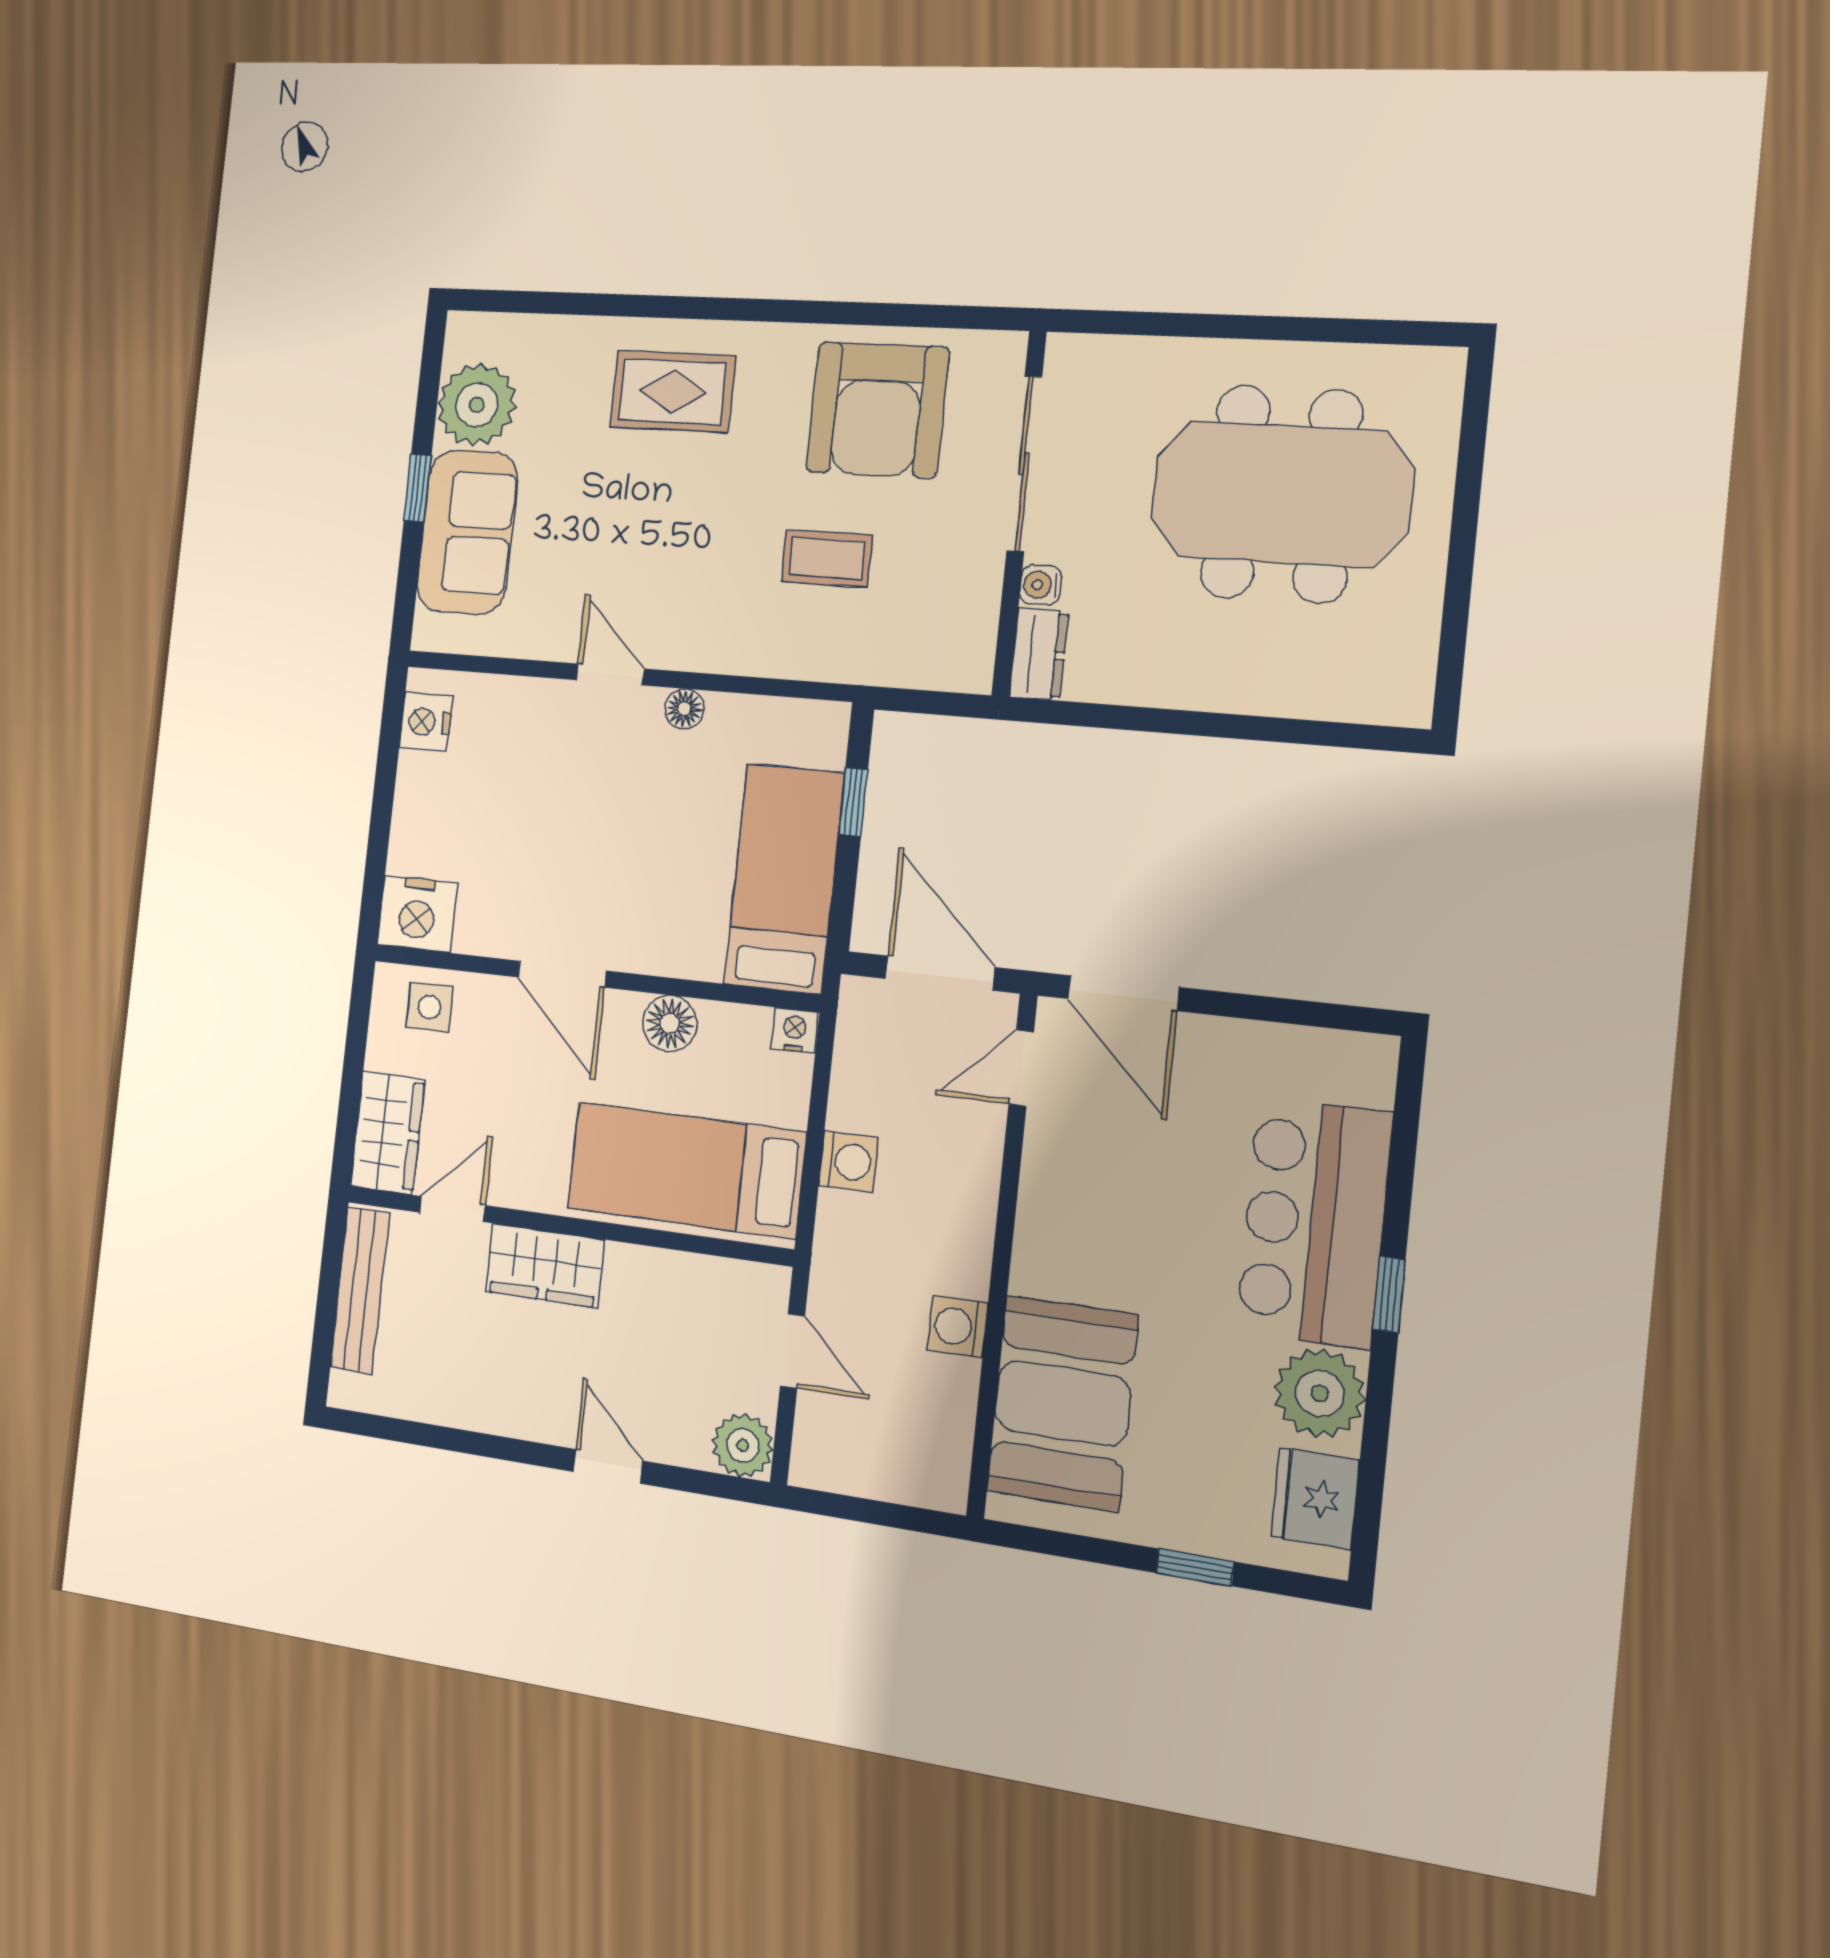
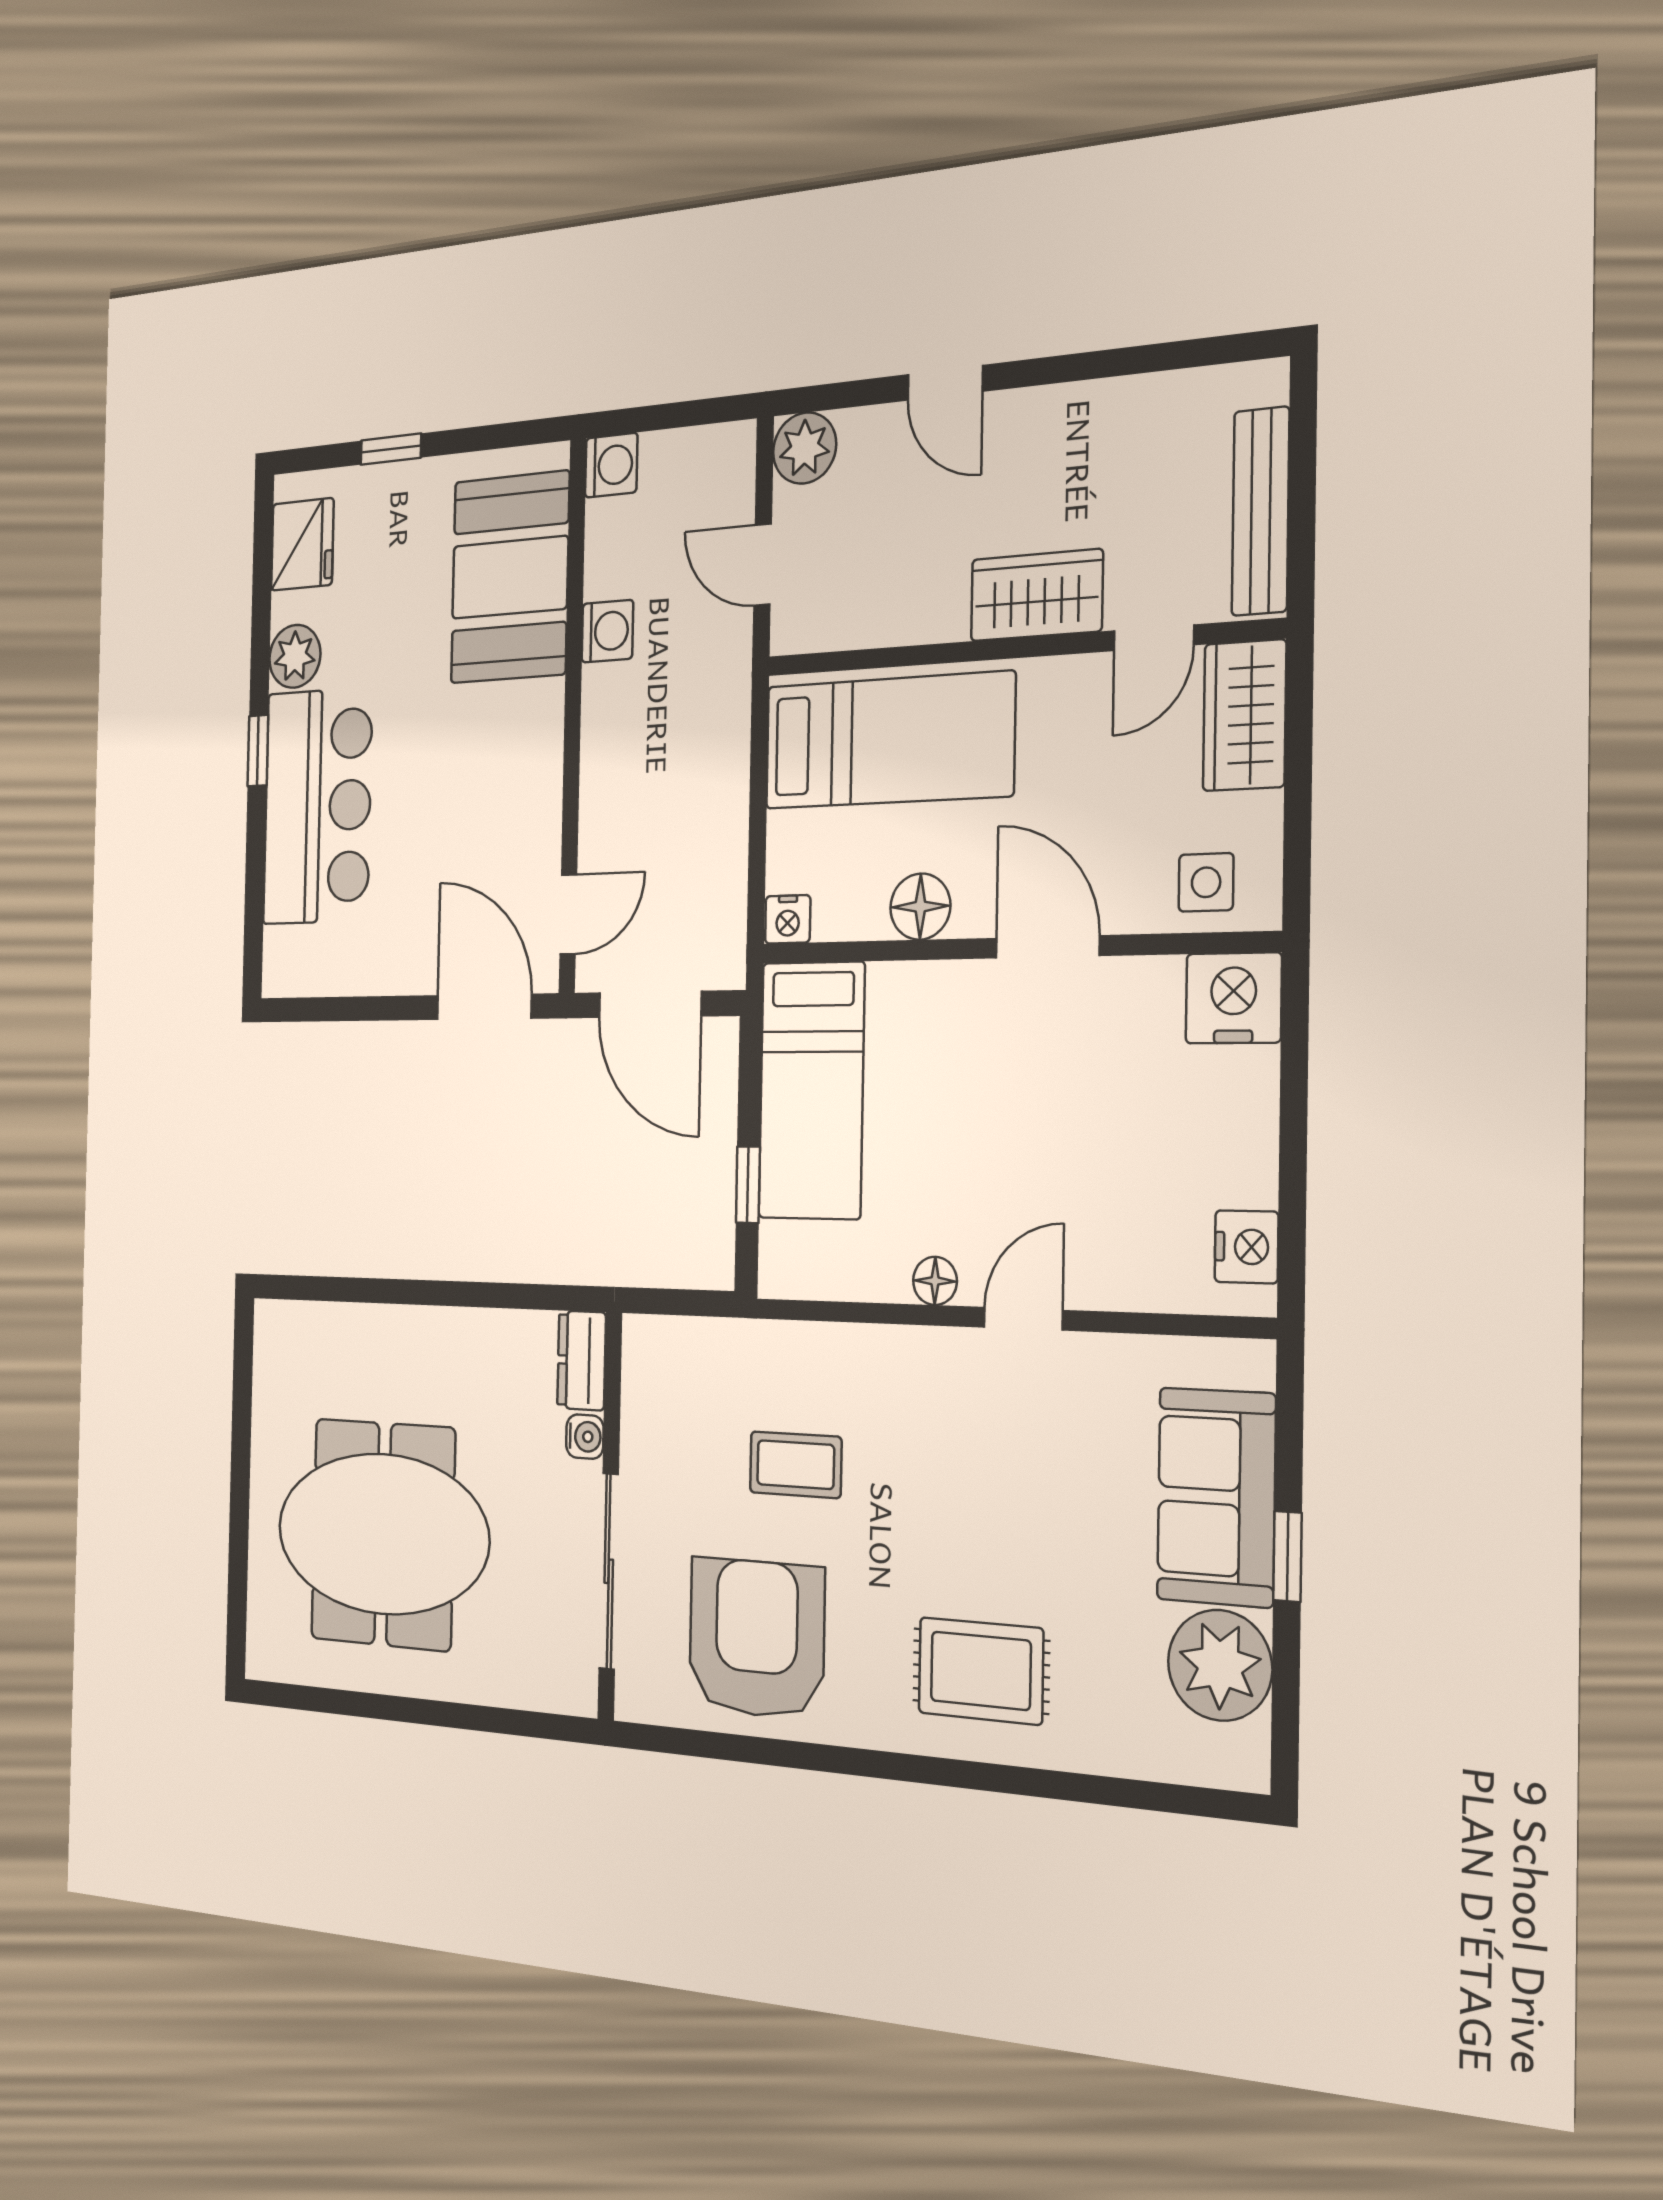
door: (610, 674) -> (1023, 1319), swing flipped
washing machine: (848, 1162) -> (611, 465), moved, turned 180
plant: (1320, 1393) -> (295, 656), width x0.73, depth x0.73

